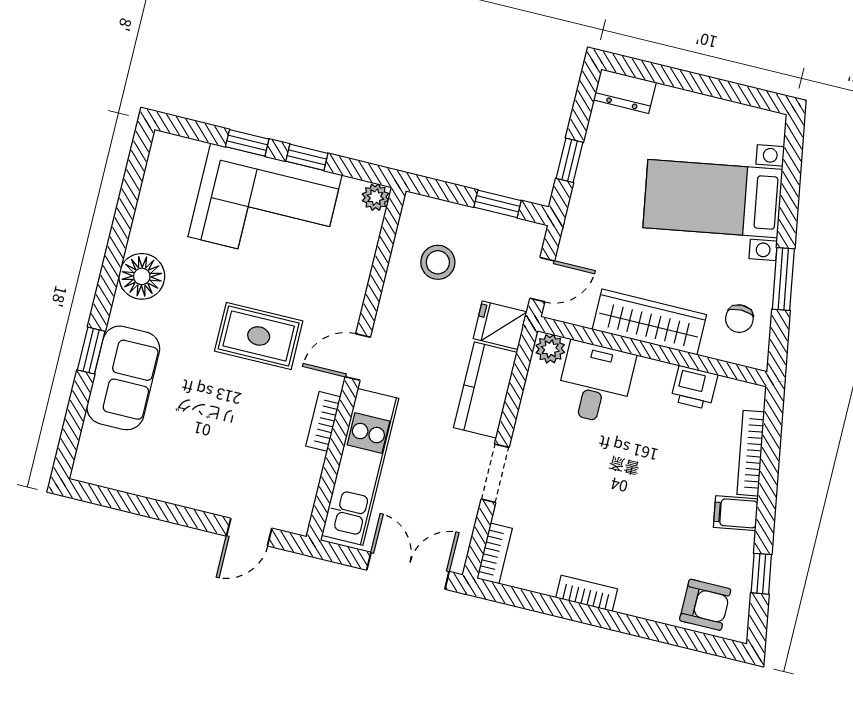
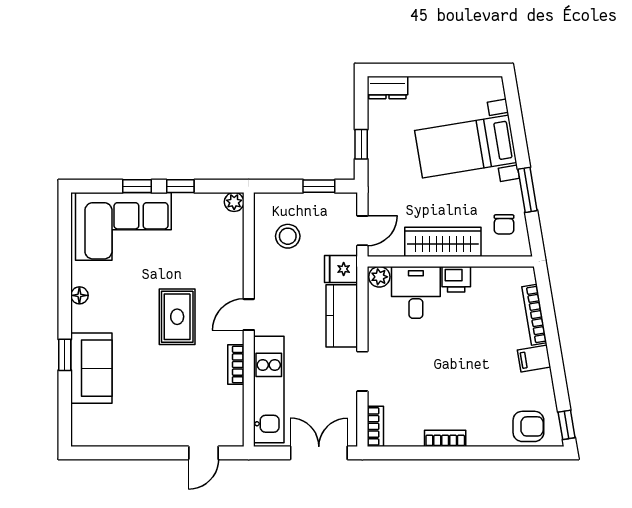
corner sofa: (265, 206) -> (123, 226), moved
floor lamp: (142, 276) -> (79, 295), width x0.53, depth x0.53
rug: (259, 336) -> (177, 317), turned 90
printer: (694, 388) -> (456, 279), moved
window: (761, 574) -> (567, 425), moved

